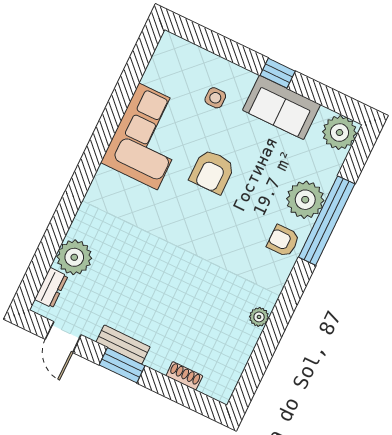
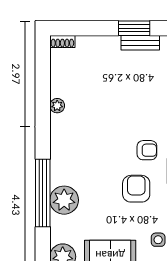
armchair: (283, 241) -> (147, 150), moved
shoe rack: (184, 376) -> (62, 41), moved

